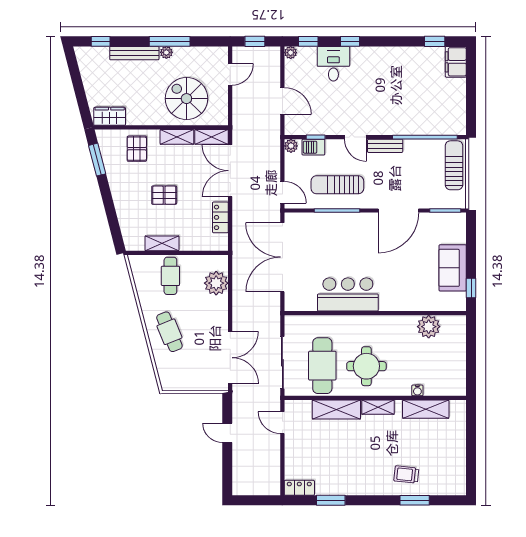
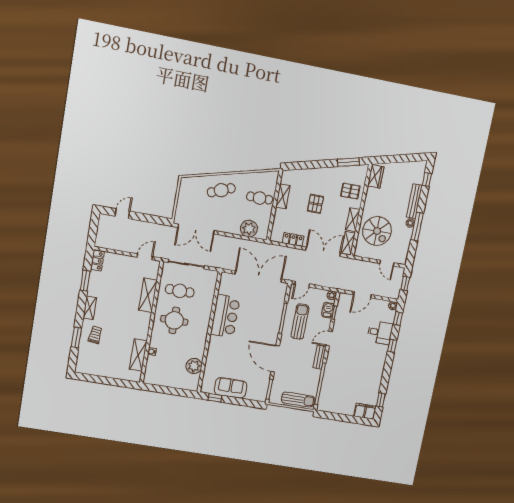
spiral stairs: (186, 99) -> (377, 231), turned 90
cafe table: (322, 366) -> (180, 291), width x0.73, depth x0.74
shelving: (378, 407) -> (90, 308), moved
door: (227, 433) -> (122, 214), moved

